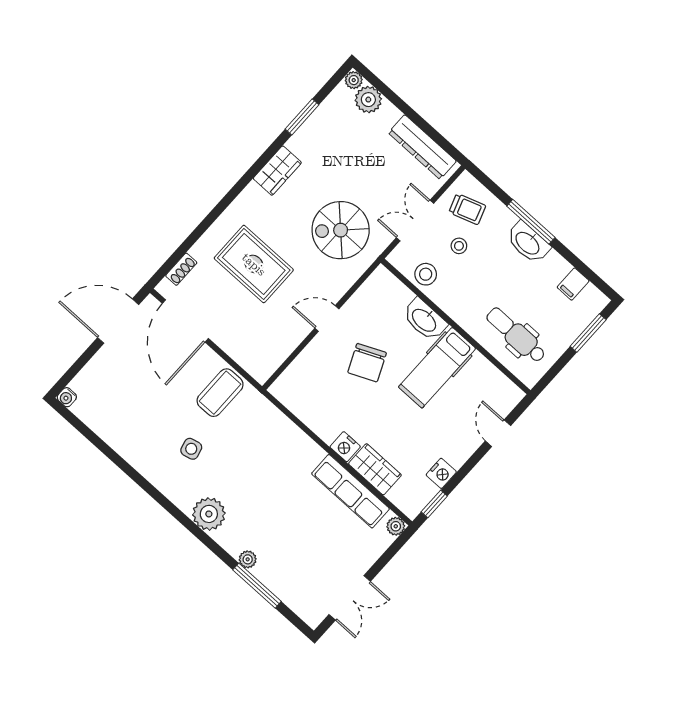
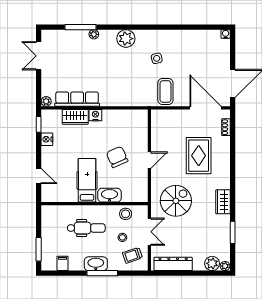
rug: (254, 264) -> (199, 156), turned 90
dental chair: (516, 335) -> (86, 228), moved

